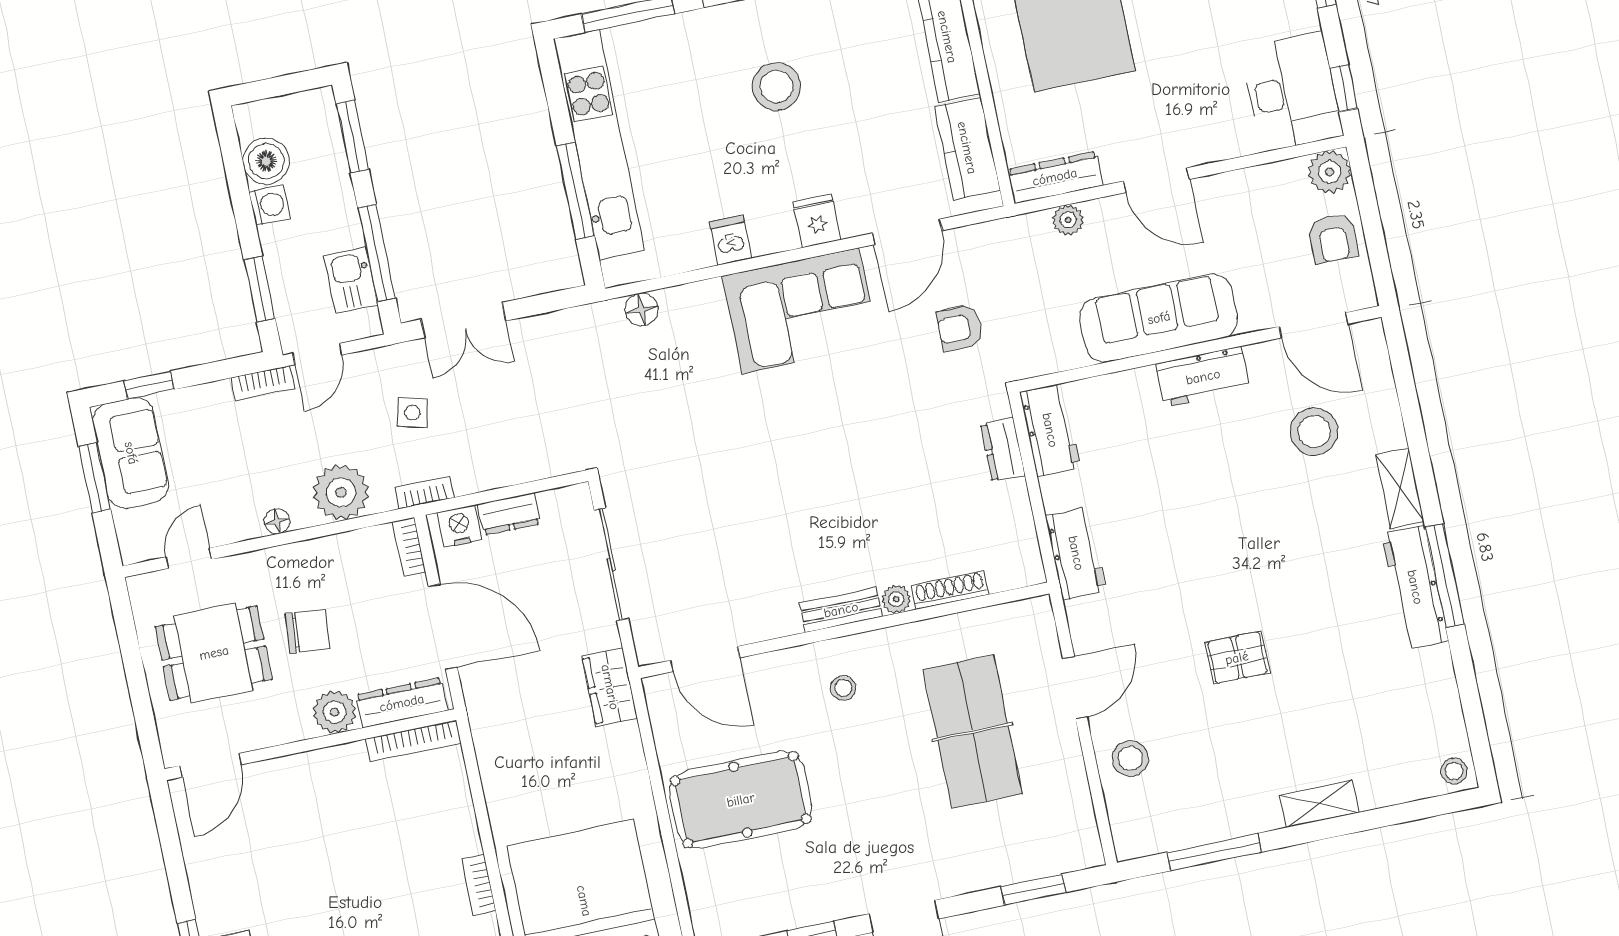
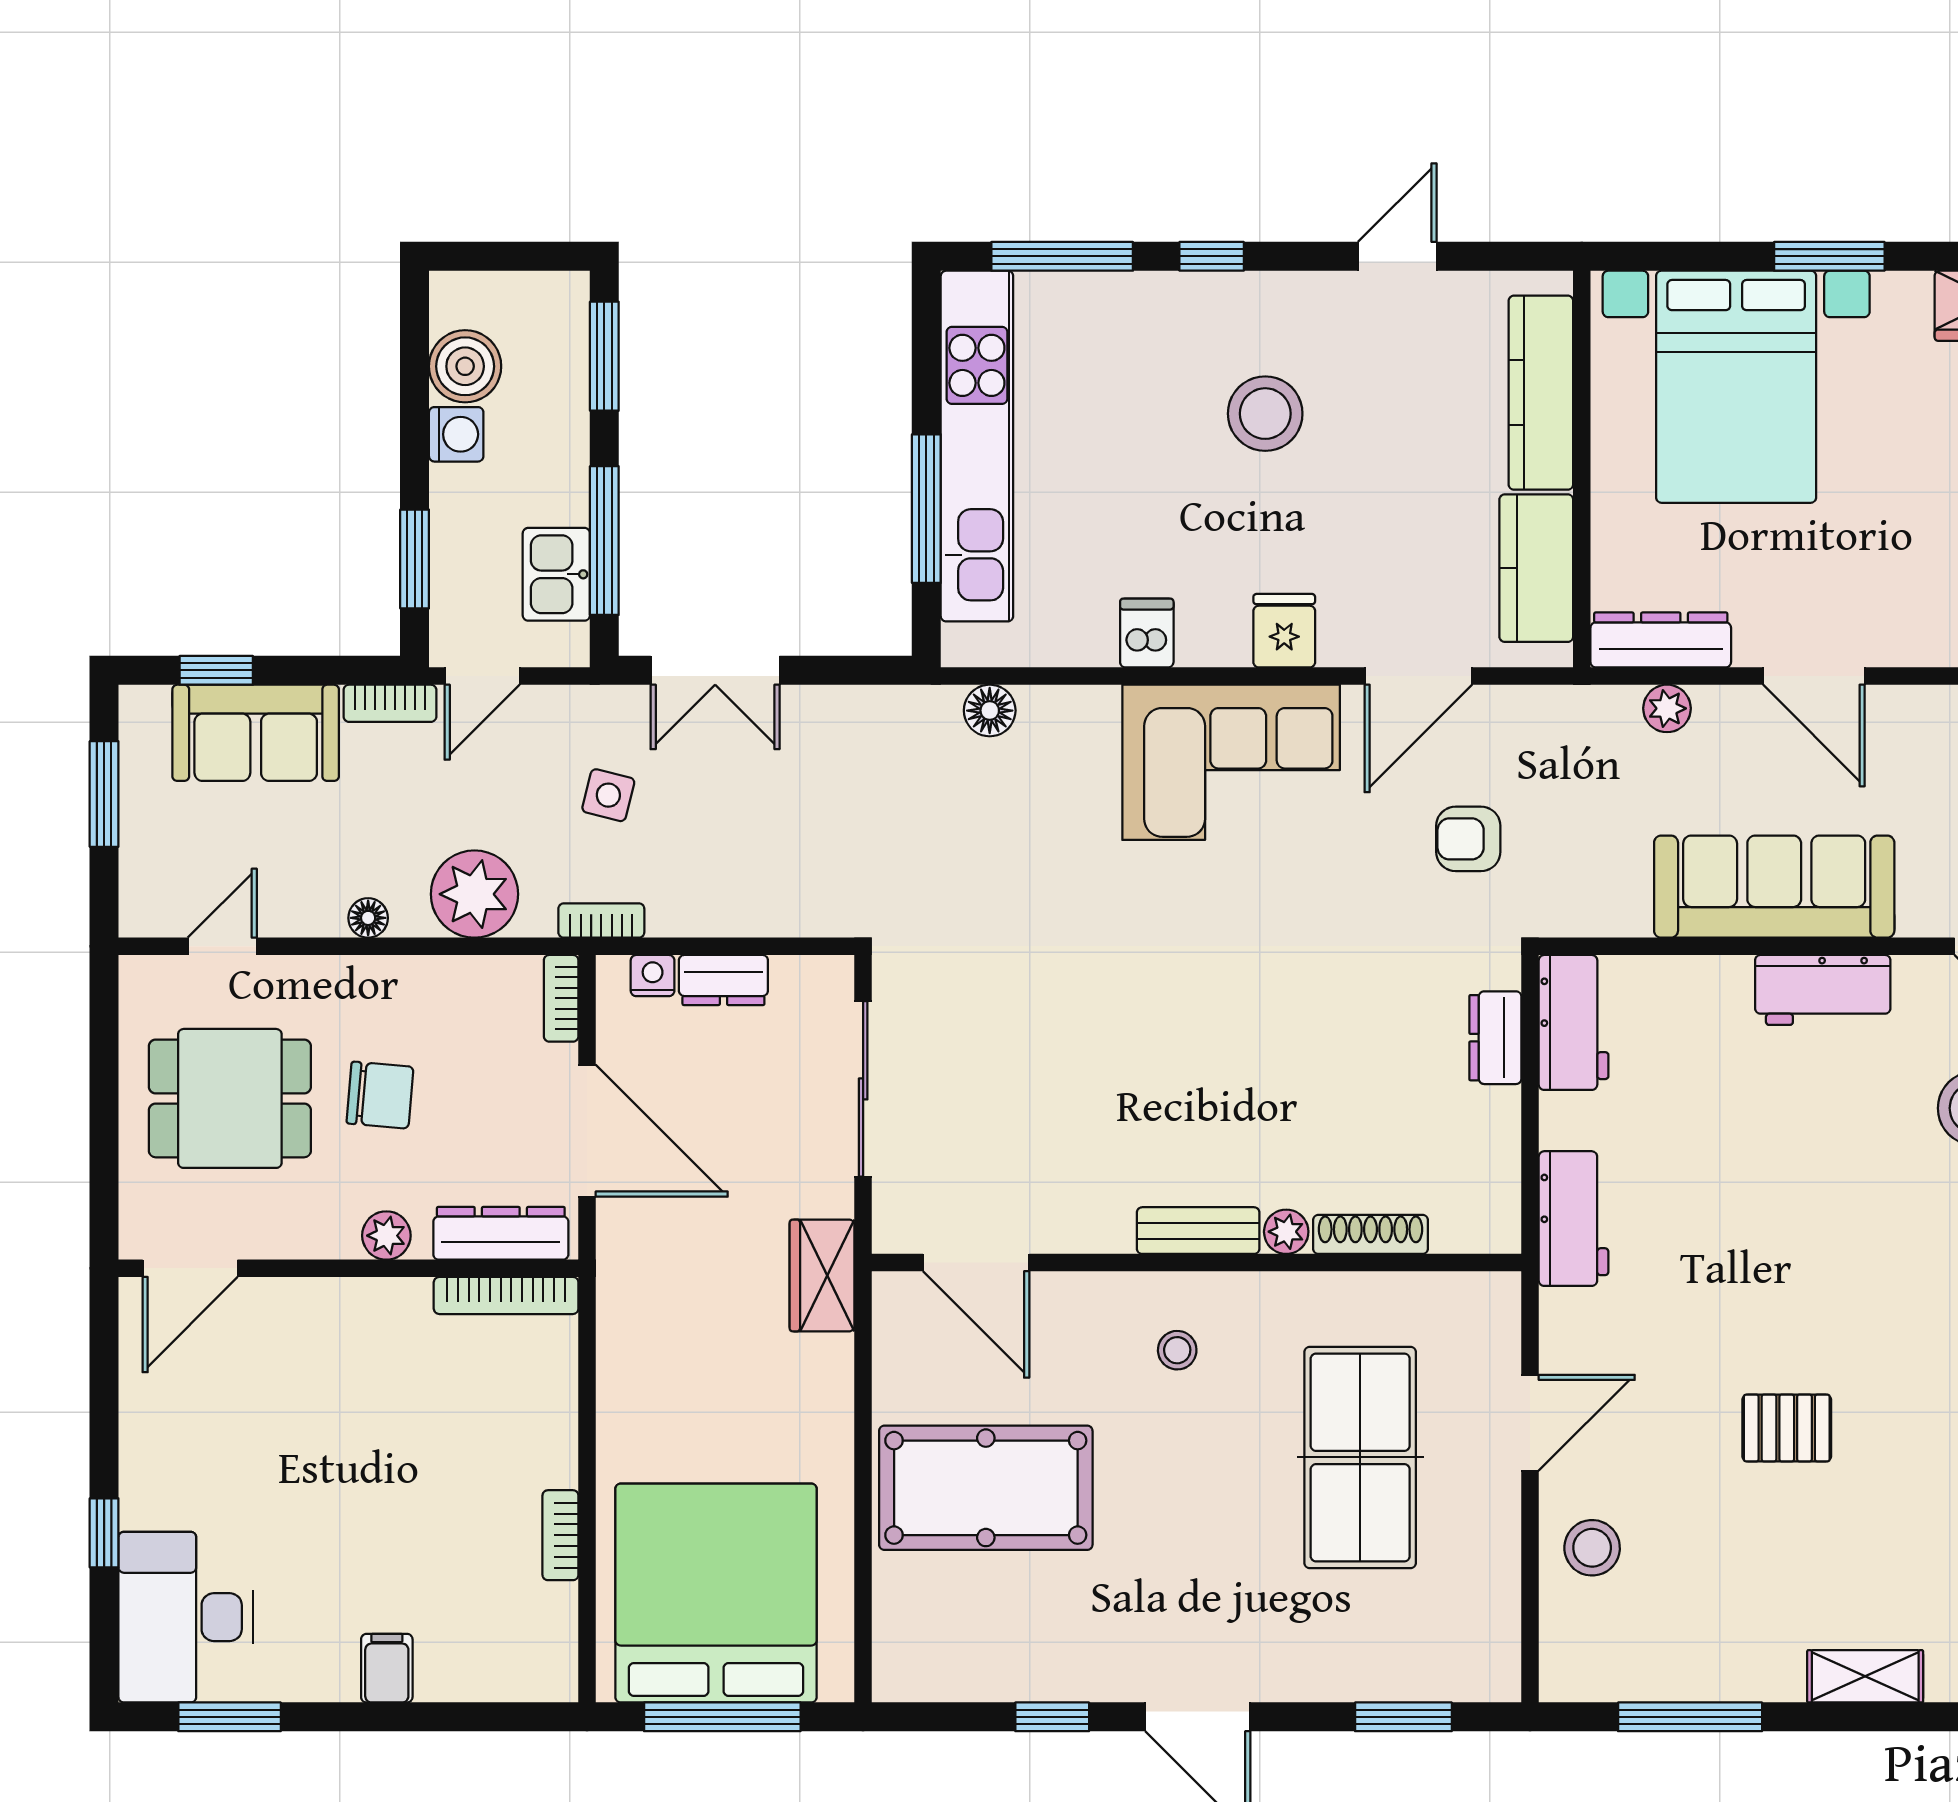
sofa: (131, 453) -> (256, 733), moved, turned 90
nightstand: (459, 526) -> (653, 976), width x0.72, depth x0.74
plant: (335, 712) -> (386, 1236), width x0.73, depth x0.73

